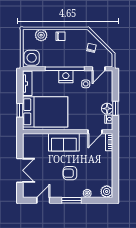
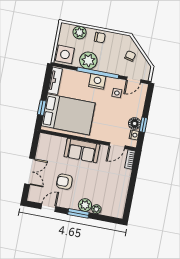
plant: (54, 59) -> (88, 60), added
armchair: (70, 173) -> (64, 182), moved
plant: (107, 191) -> (85, 205), moved

